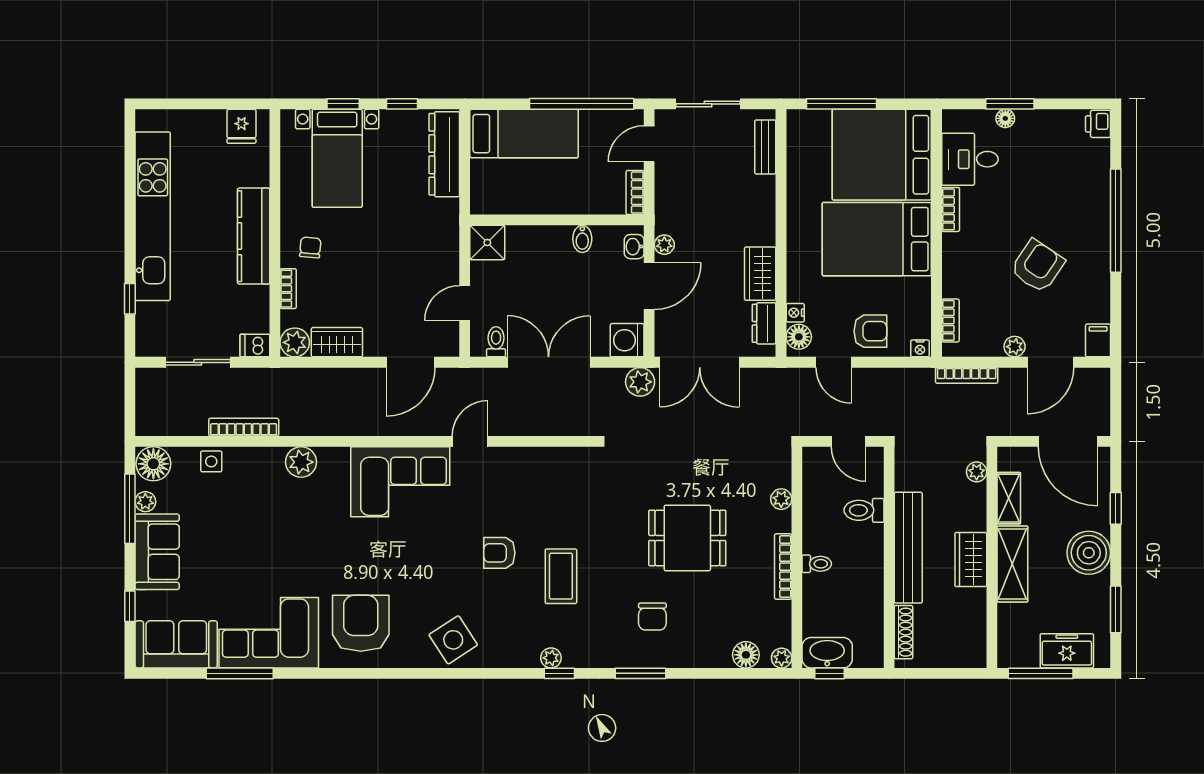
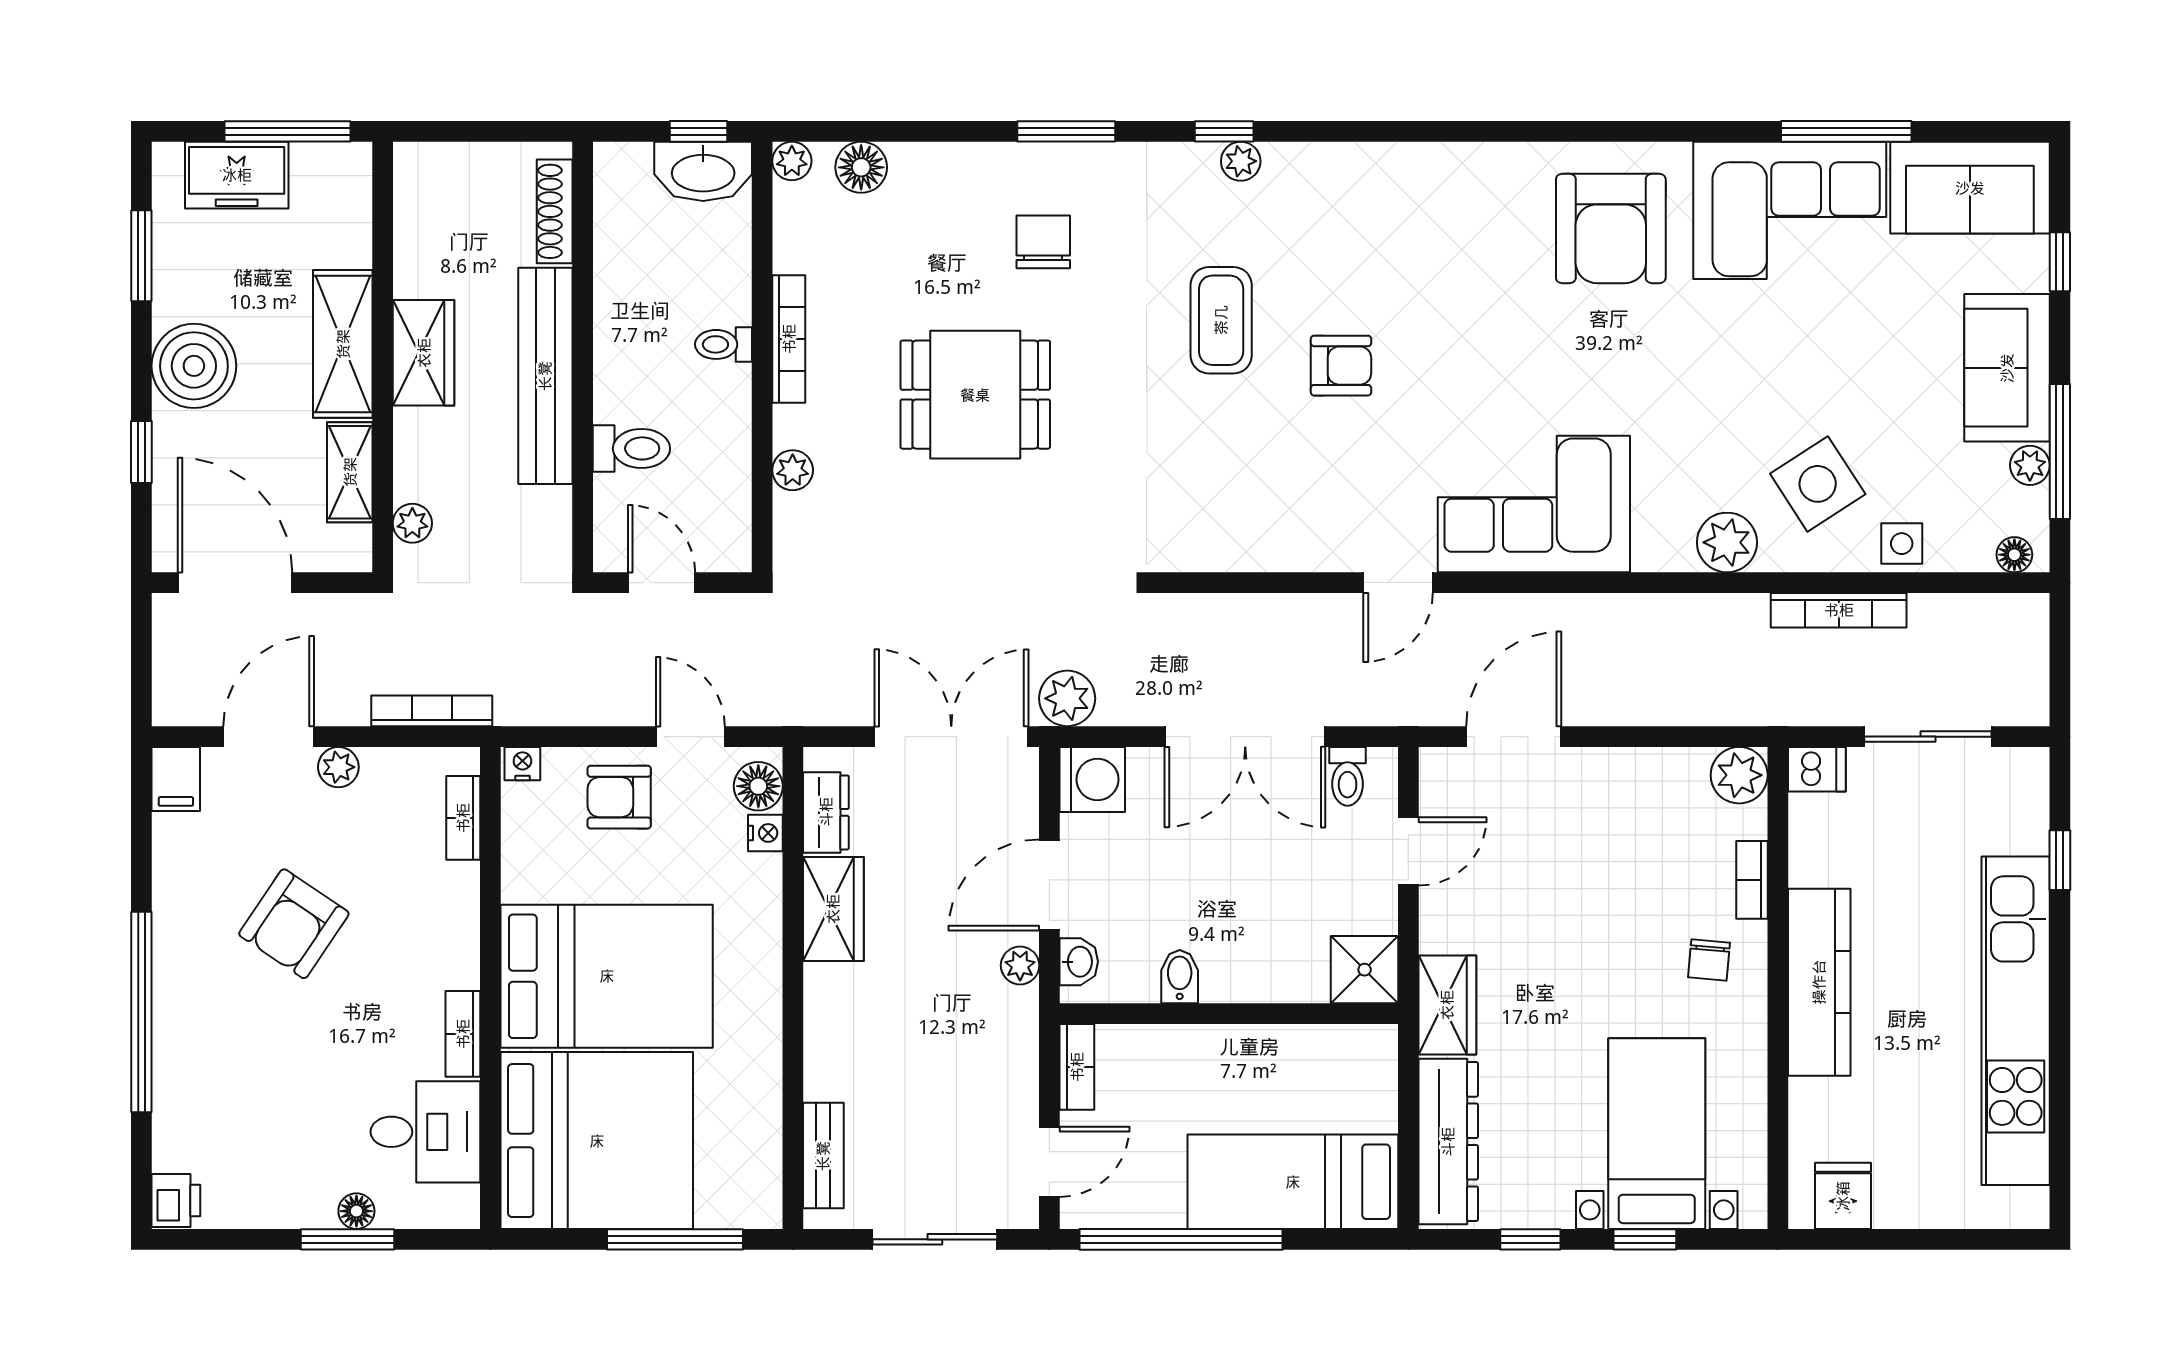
wardrobe: (337, 342) -> (1447, 1005), moved, turned -90
floor lamp: (153, 464) -> (2014, 555), width x0.53, depth x0.53
side table: (453, 640) -> (1818, 484), moved

